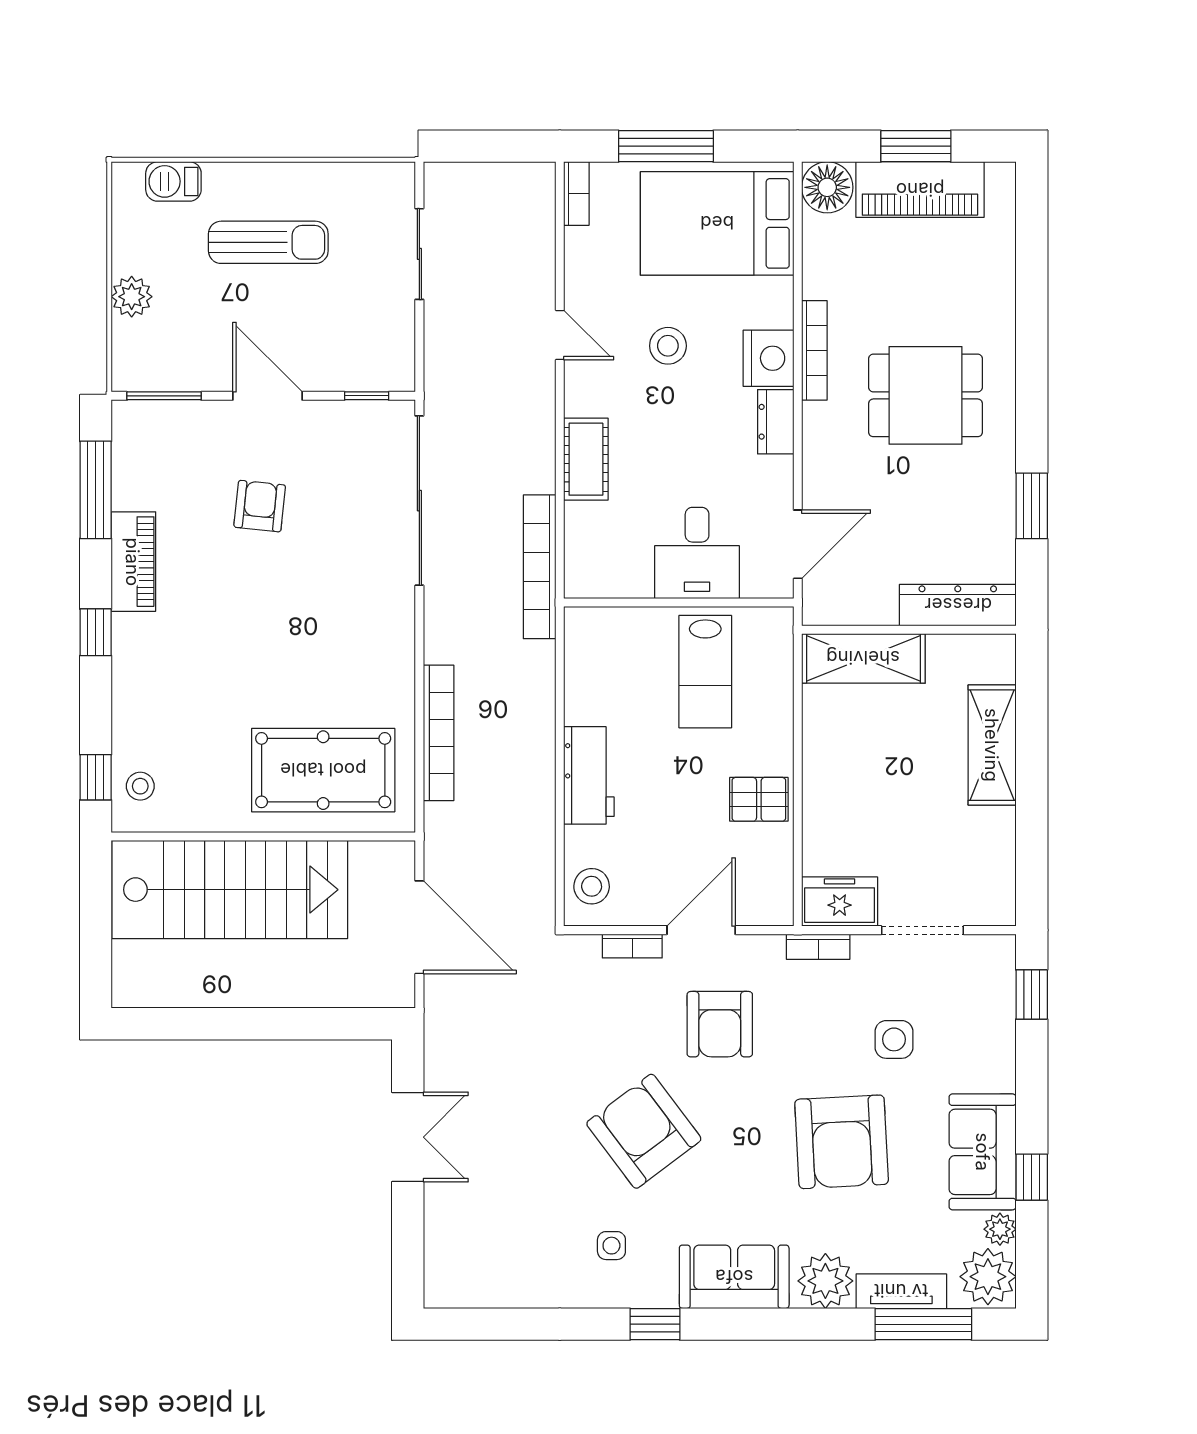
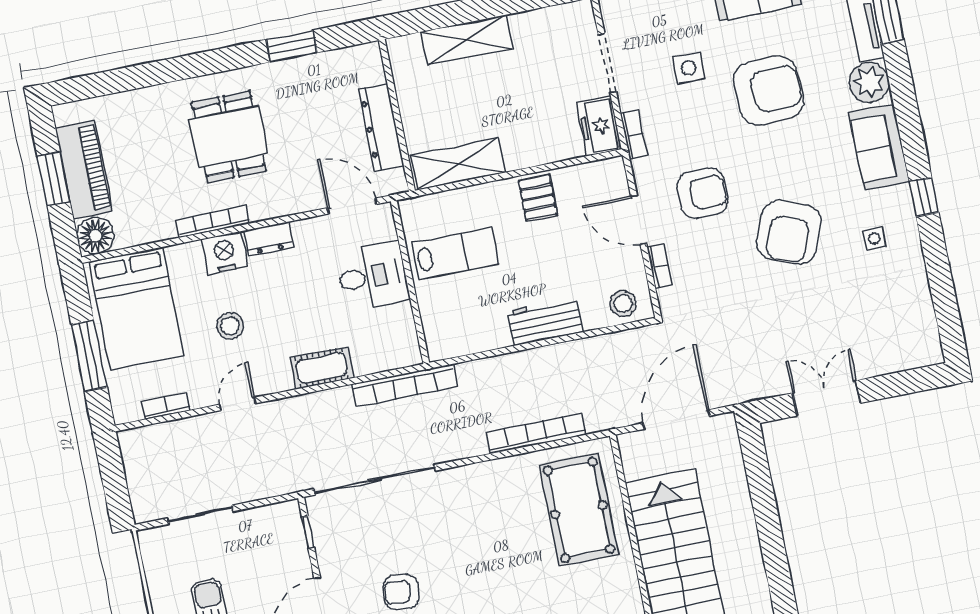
bookcase: (576, 194) -> (166, 406), moved
dresser: (958, 605) -> (381, 127), moved
shelving: (863, 658) -> (458, 164), moved, turned 90
armchair: (644, 1131) -> (789, 232), turned -32

